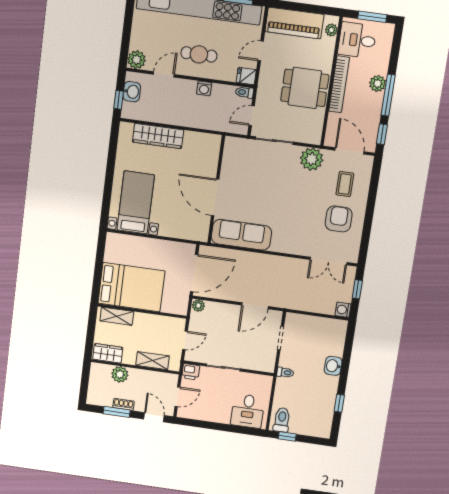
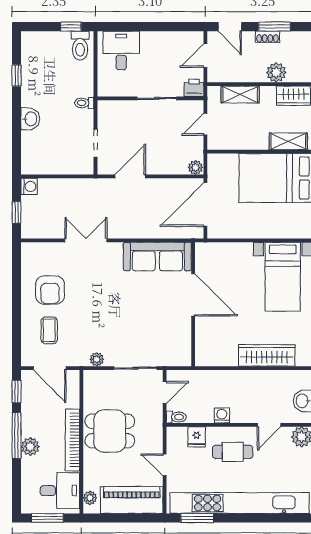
door: (261, 51) -> (165, 465), swing flipped
fridge: (246, 76) -> (197, 437), moved, turned 90
plant: (312, 159) -> (97, 359), width x0.53, depth x0.53
double door: (329, 261) -> (86, 240), moved

